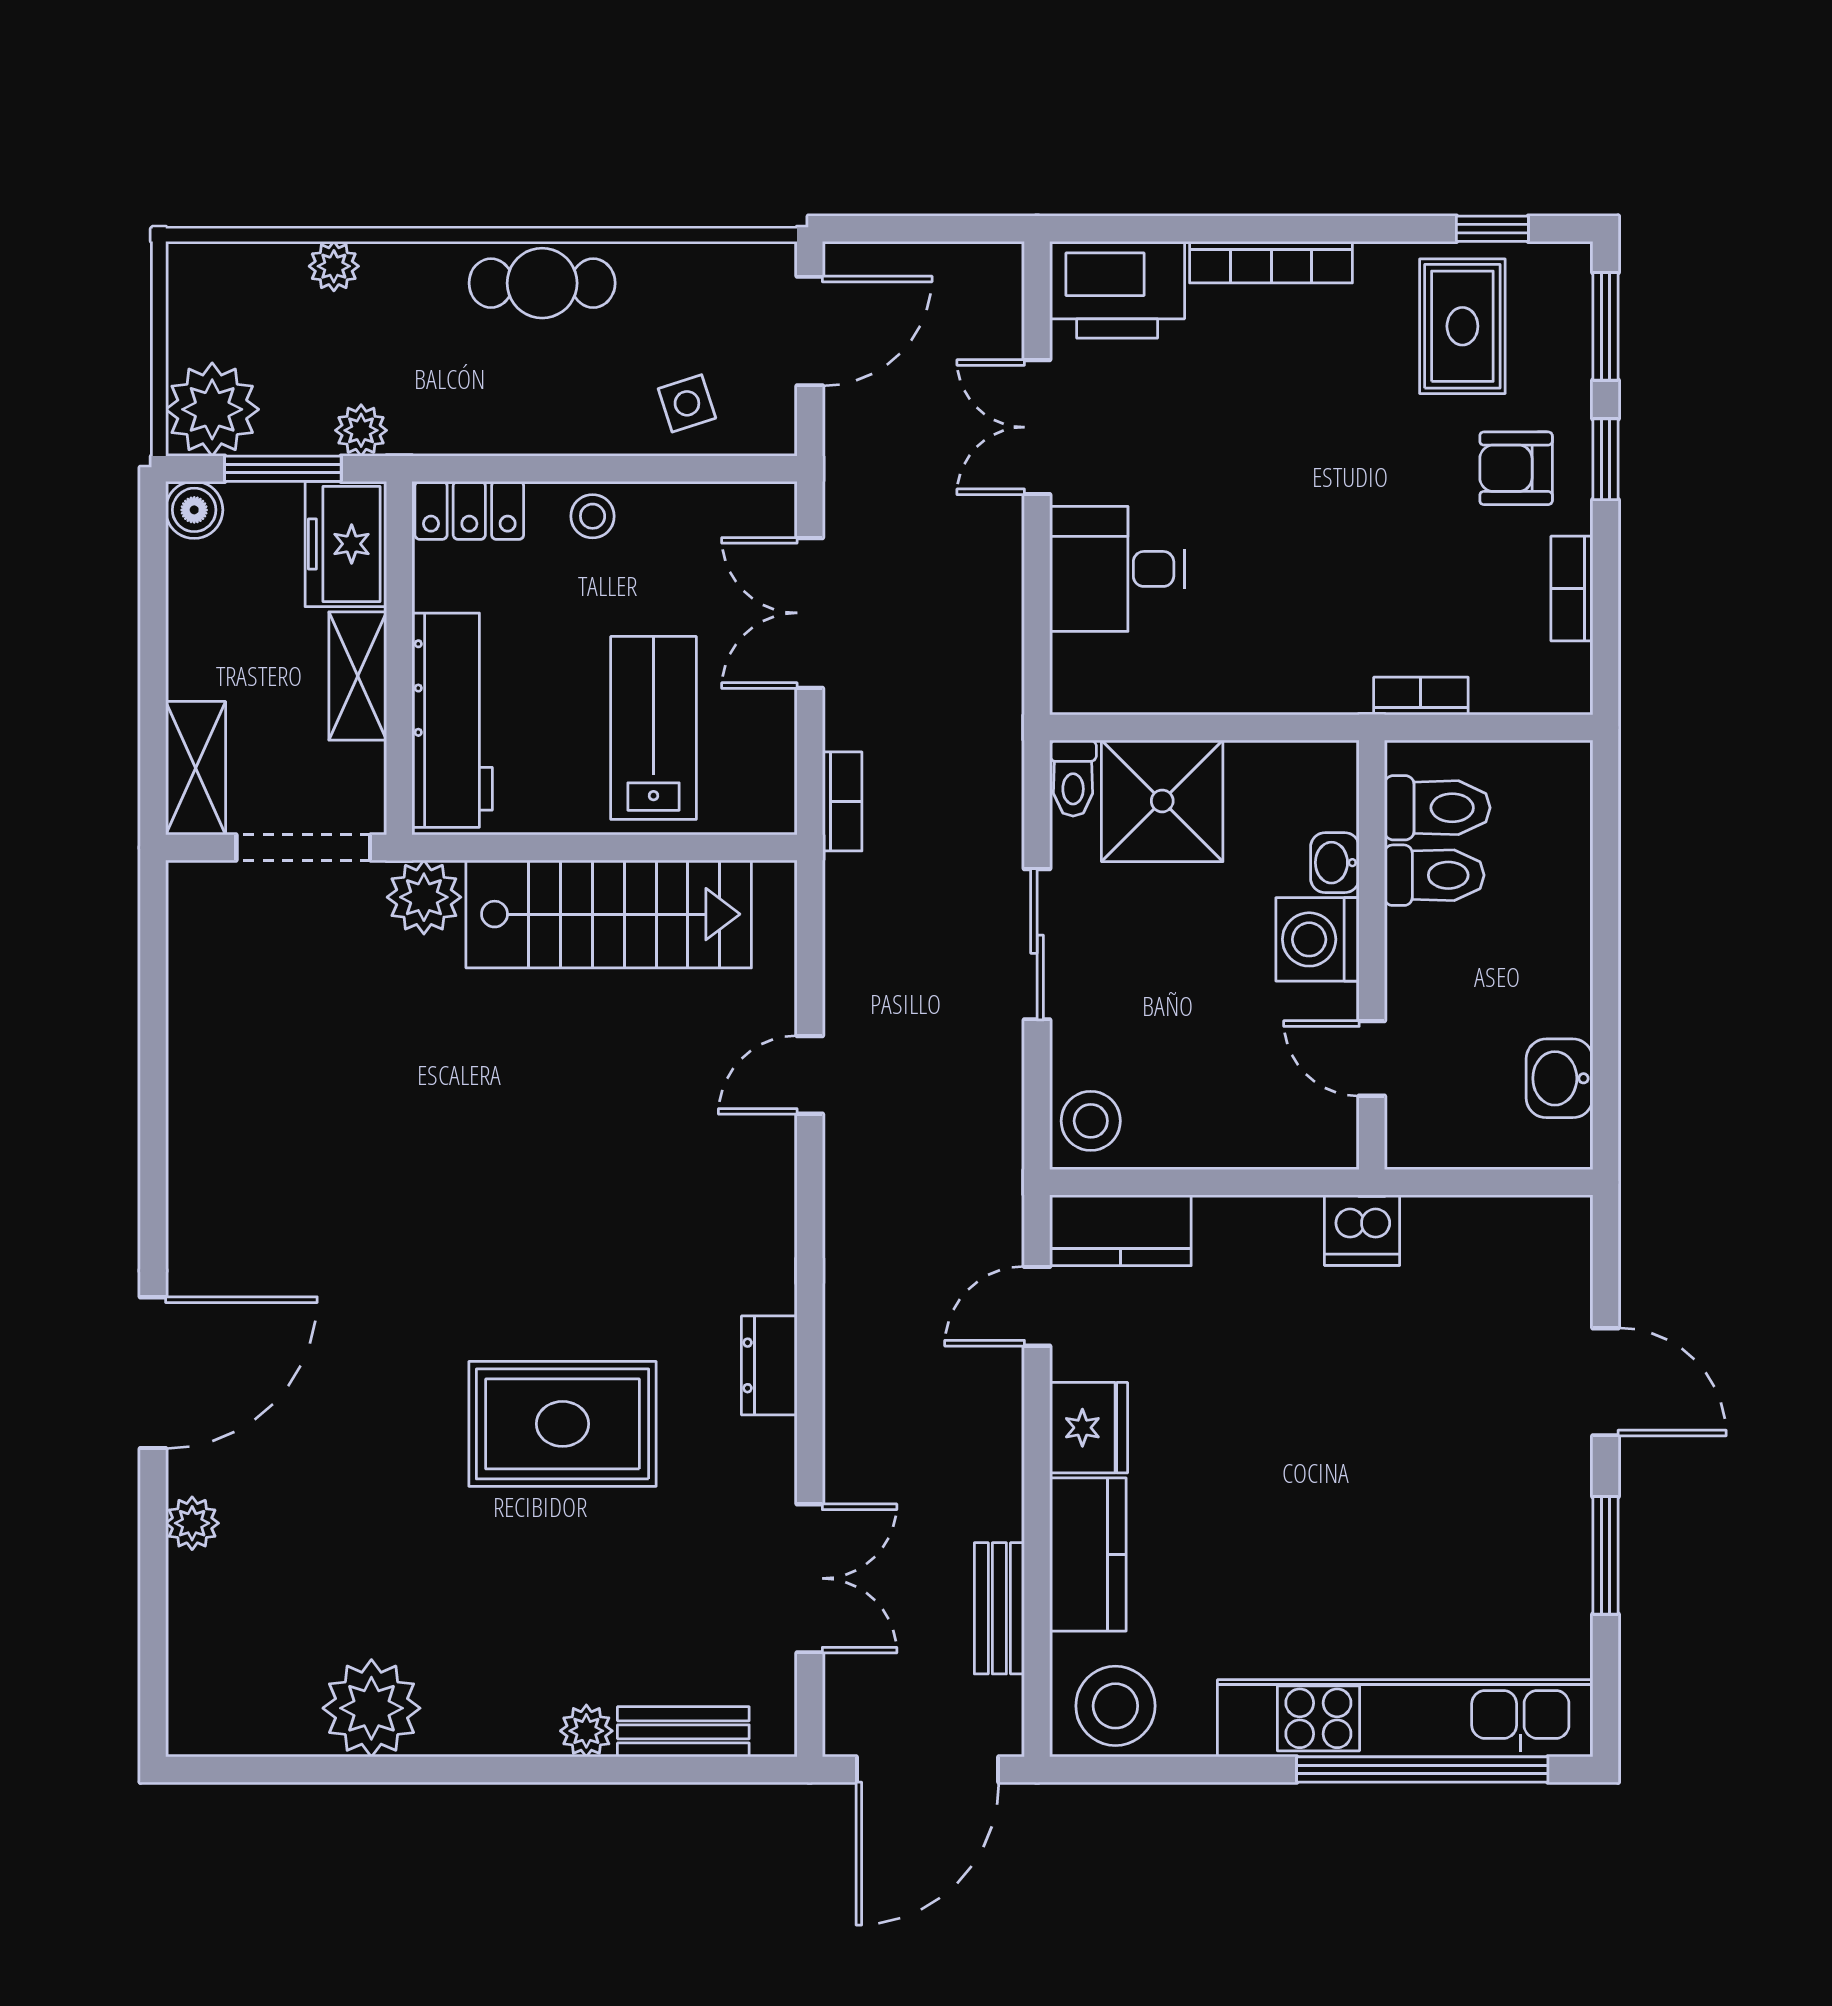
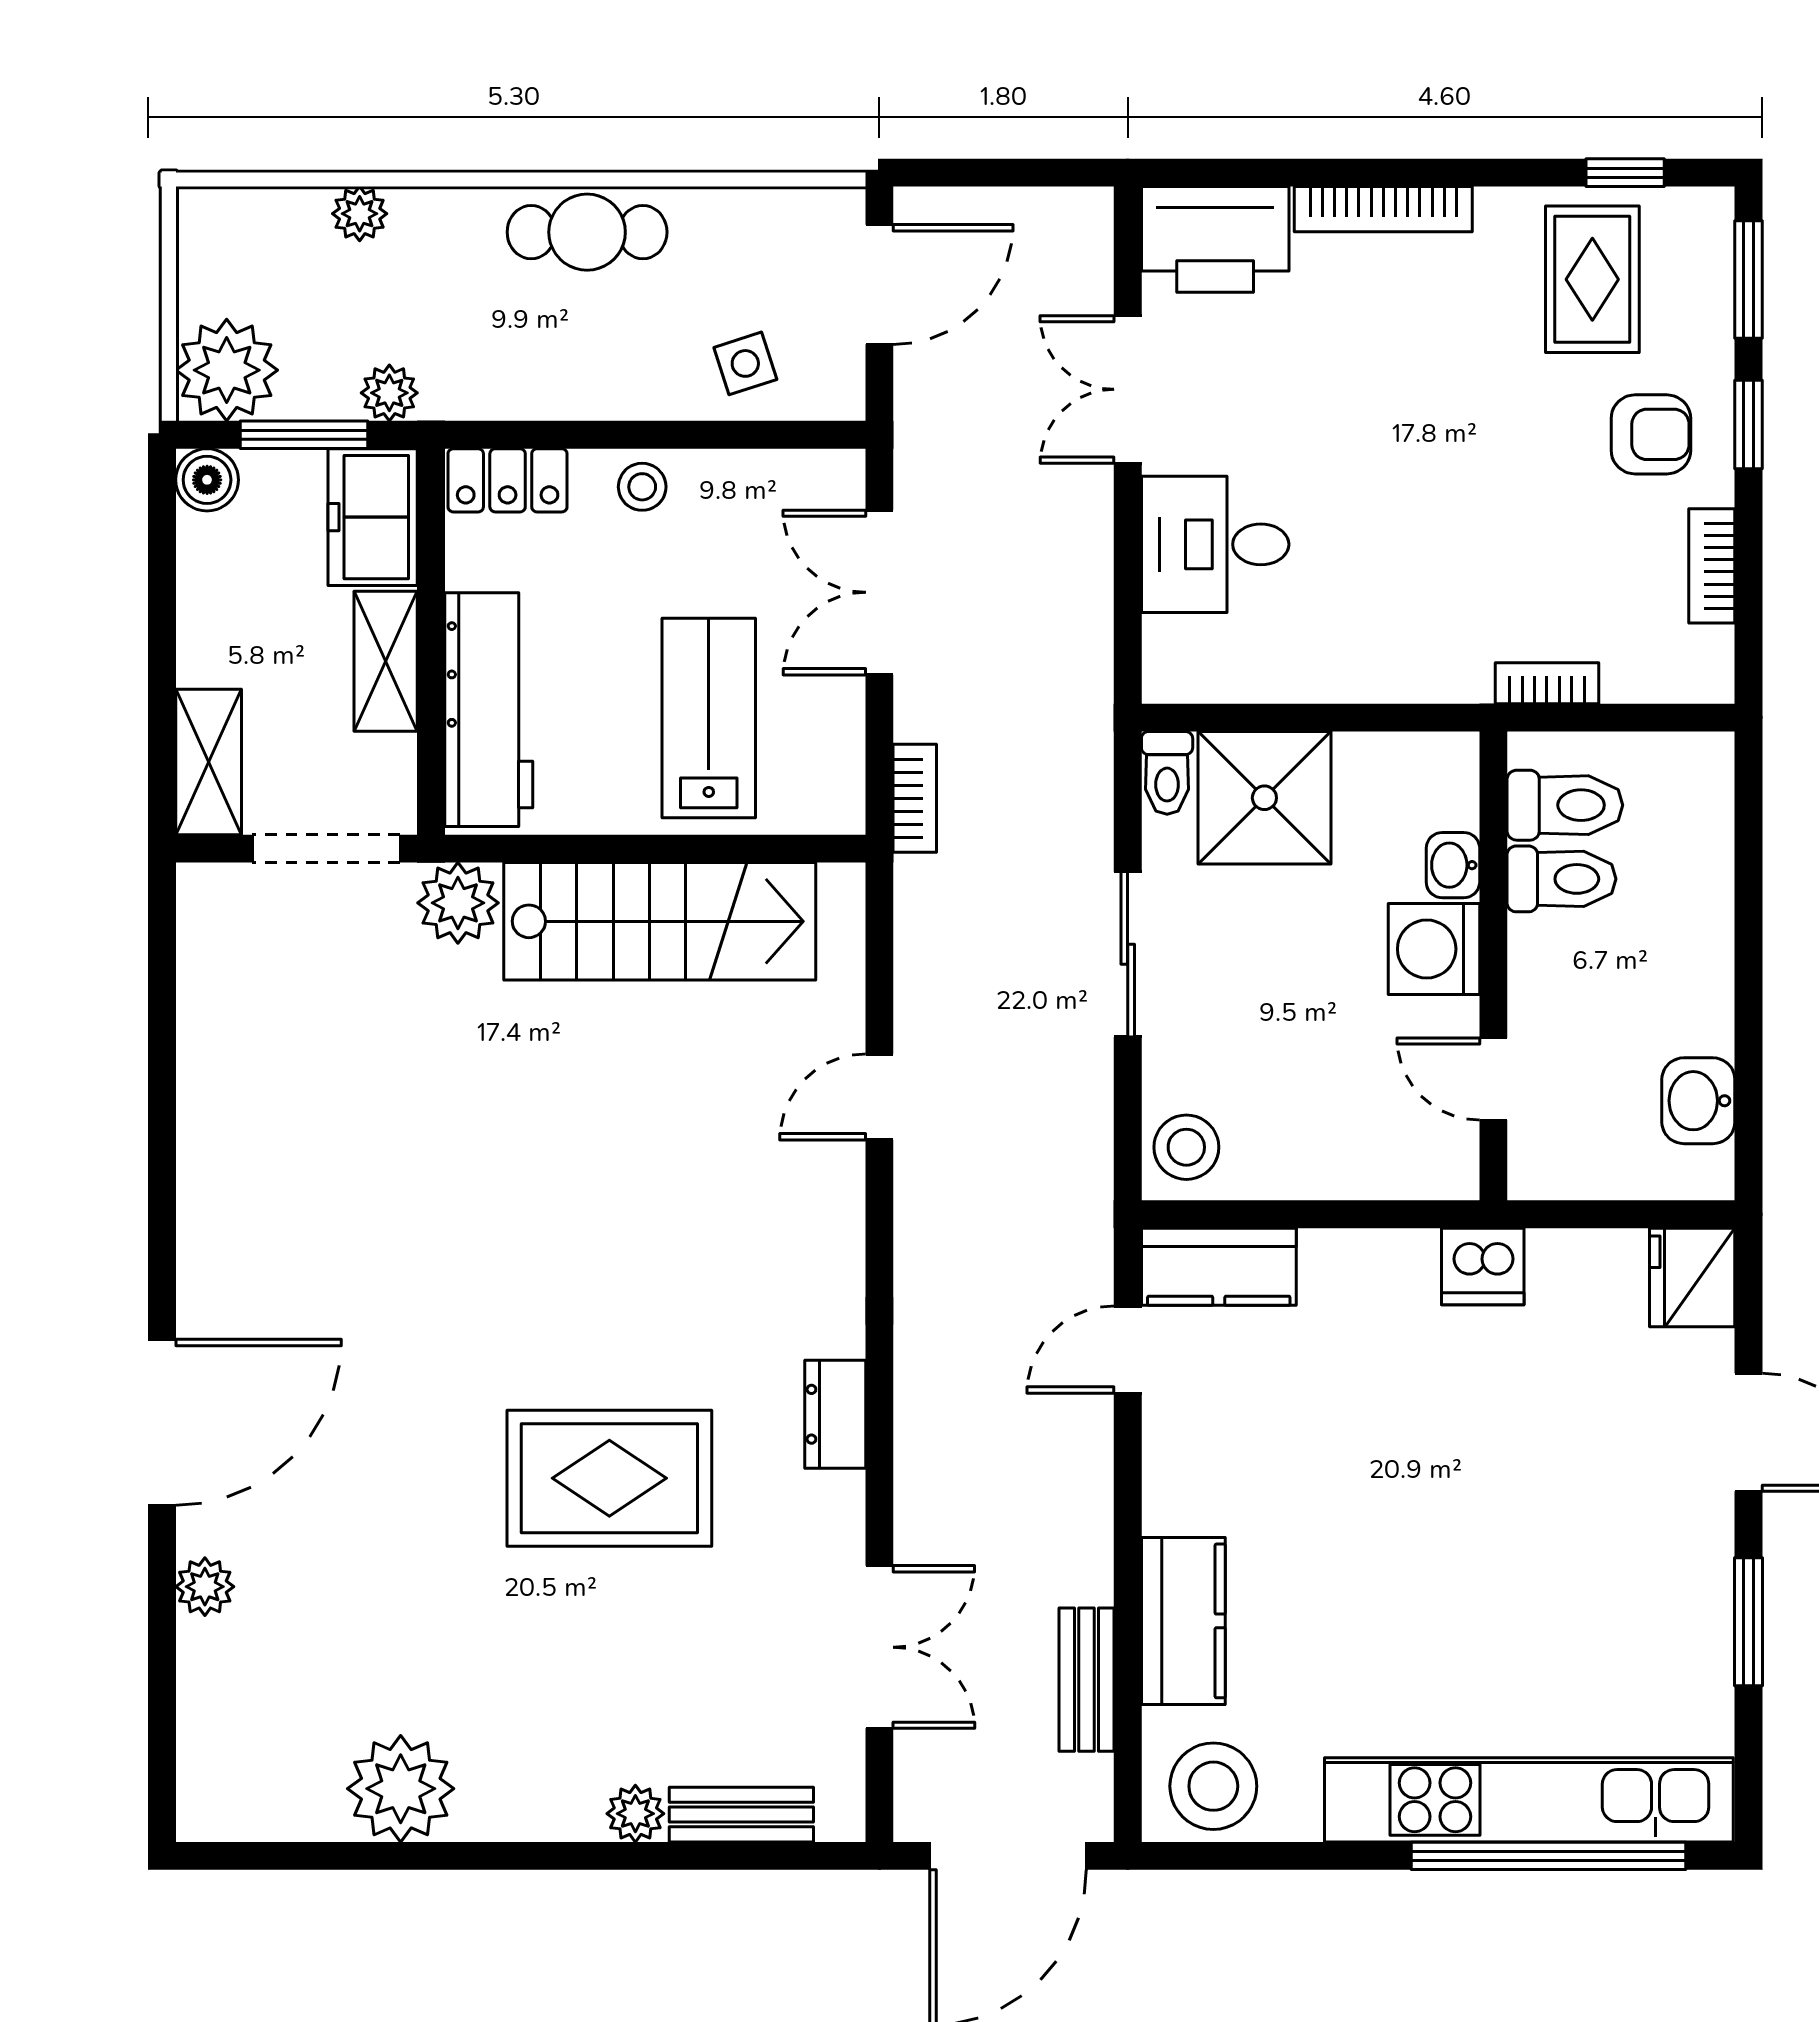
armchair: (1516, 468) -> (1651, 434), turned 180
fridge: (1089, 1428) -> (1692, 1277), moved, turned 180

